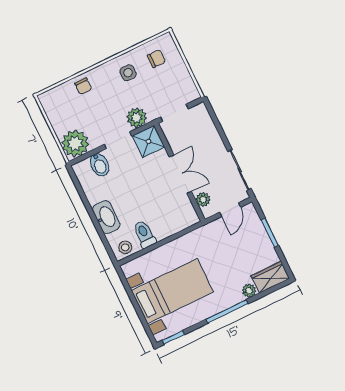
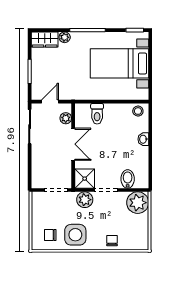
side table: (128, 73) -> (75, 235), width x1.87, depth x1.87
double door: (180, 174) -> (73, 144), swing flipped
washbasin: (106, 217) -> (143, 139), width x0.52, depth x0.69
toilet: (144, 234) -> (97, 114), moved

